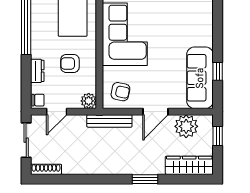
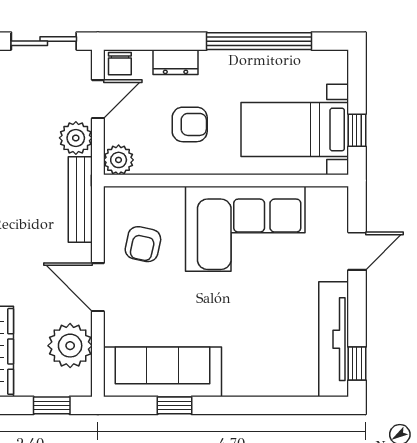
armchair: (70, 63) -> (190, 124), turned 90
armchair: (120, 92) -> (143, 244), moved
door: (57, 112) -> (98, 99), swing flipped
plant: (77, 123) -> (76, 138), added

